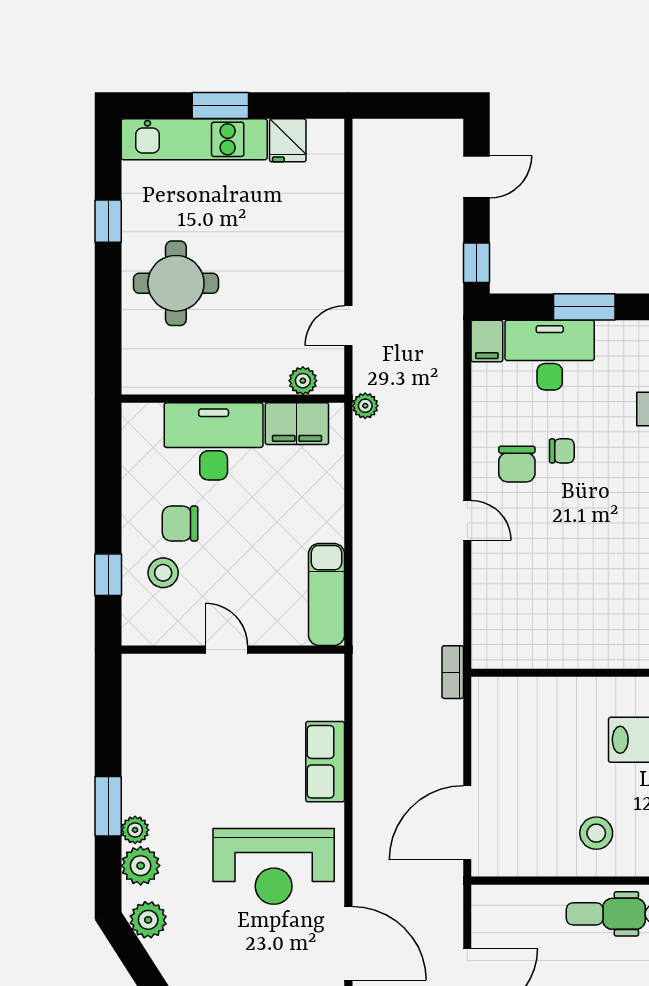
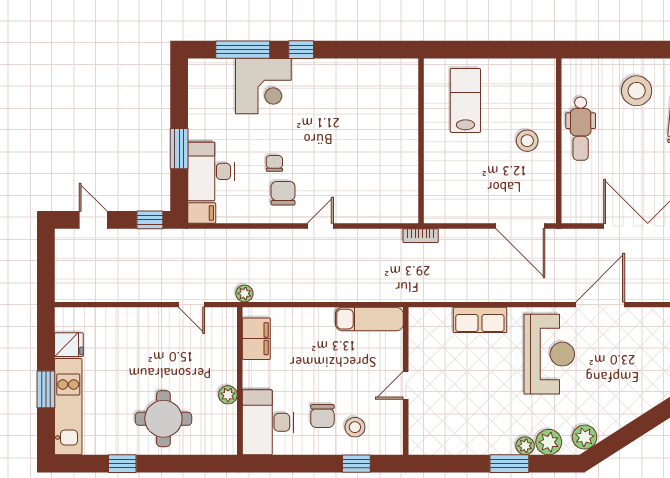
plant: (303, 381) -> (228, 395), moved
desk: (214, 441) -> (268, 422), moved
chair: (517, 464) -> (283, 193), turned -90

